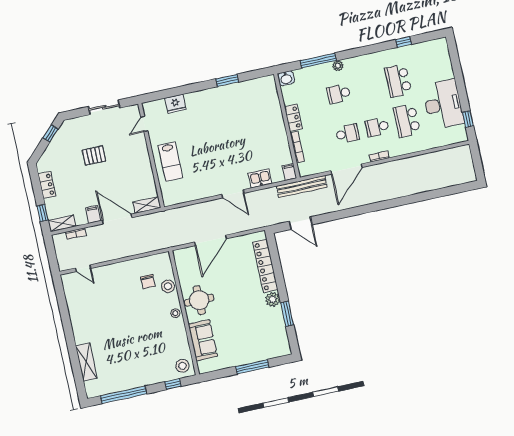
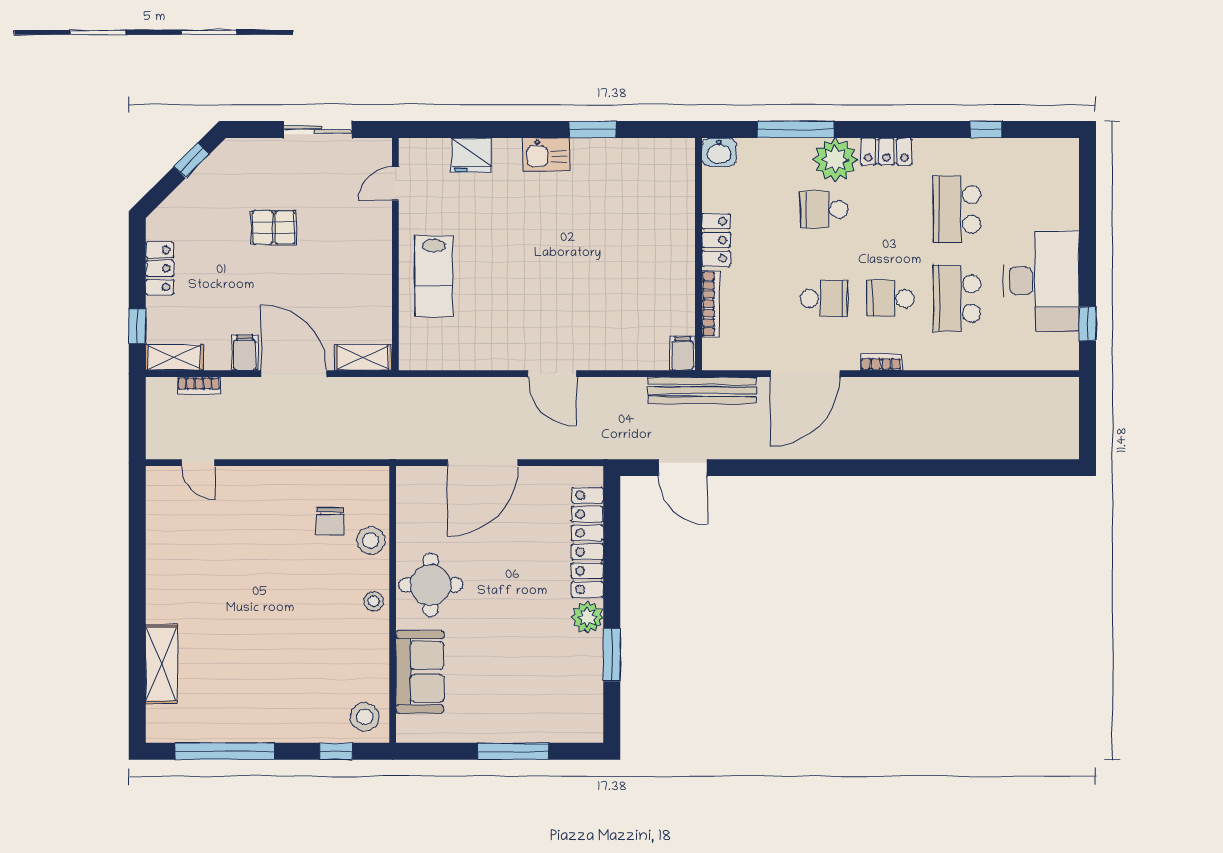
locker: (361, 62) -> (886, 151), added
plant: (338, 66) -> (835, 160), width x1.88, depth x1.88
kitchen sink: (260, 178) -> (547, 155), moved, turned 180

